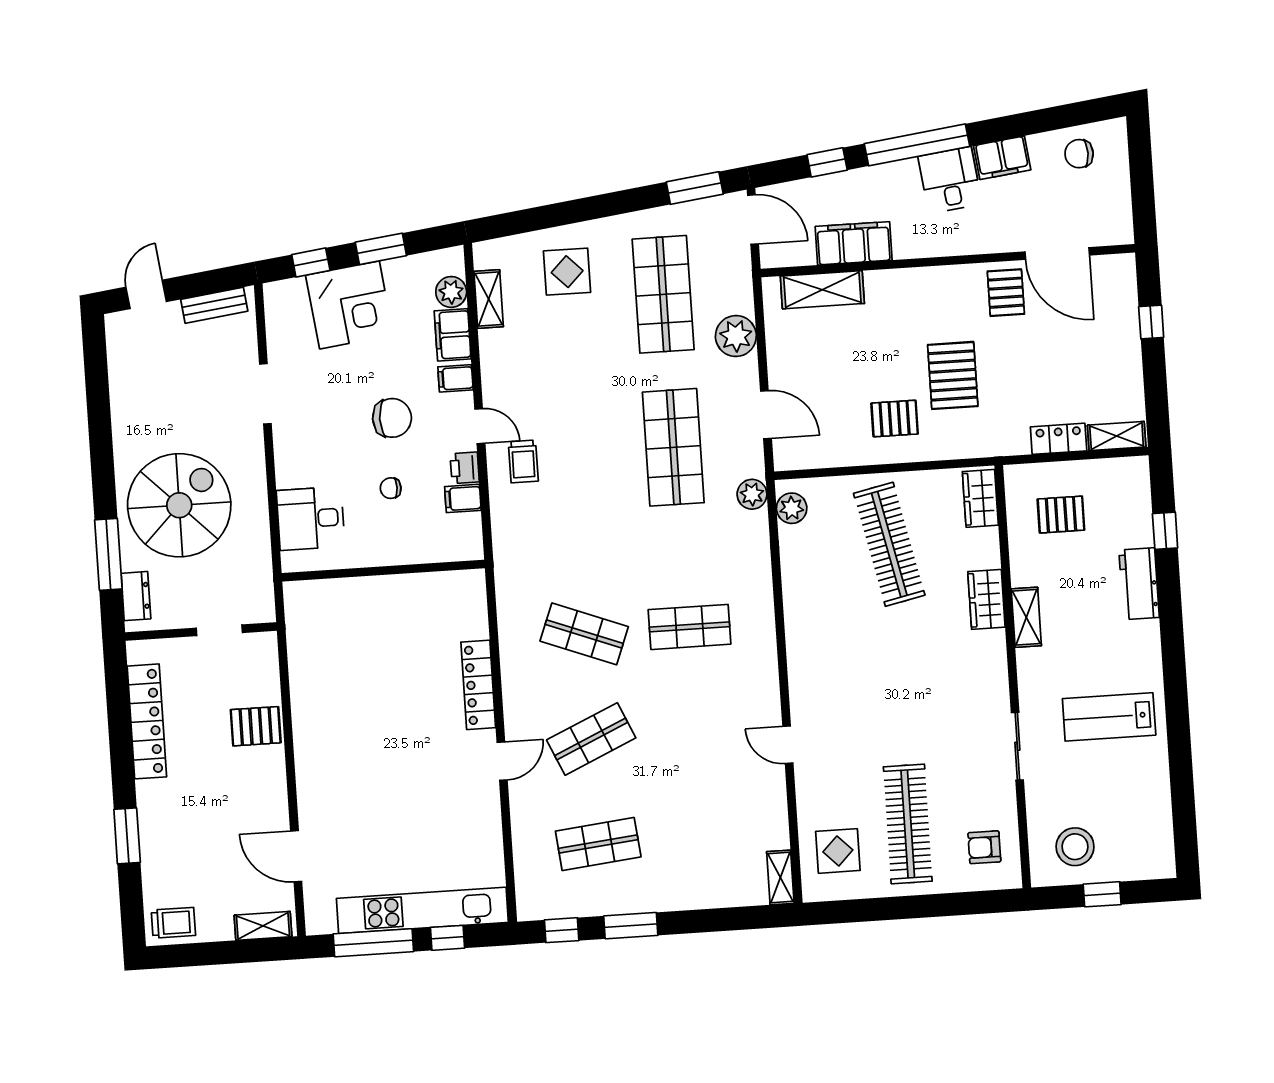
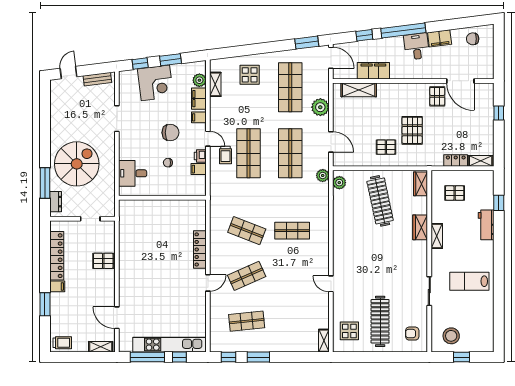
shop shelf: (576, 454) -> (249, 153), added
filing cabinet: (153, 793) -> (57, 286), added

